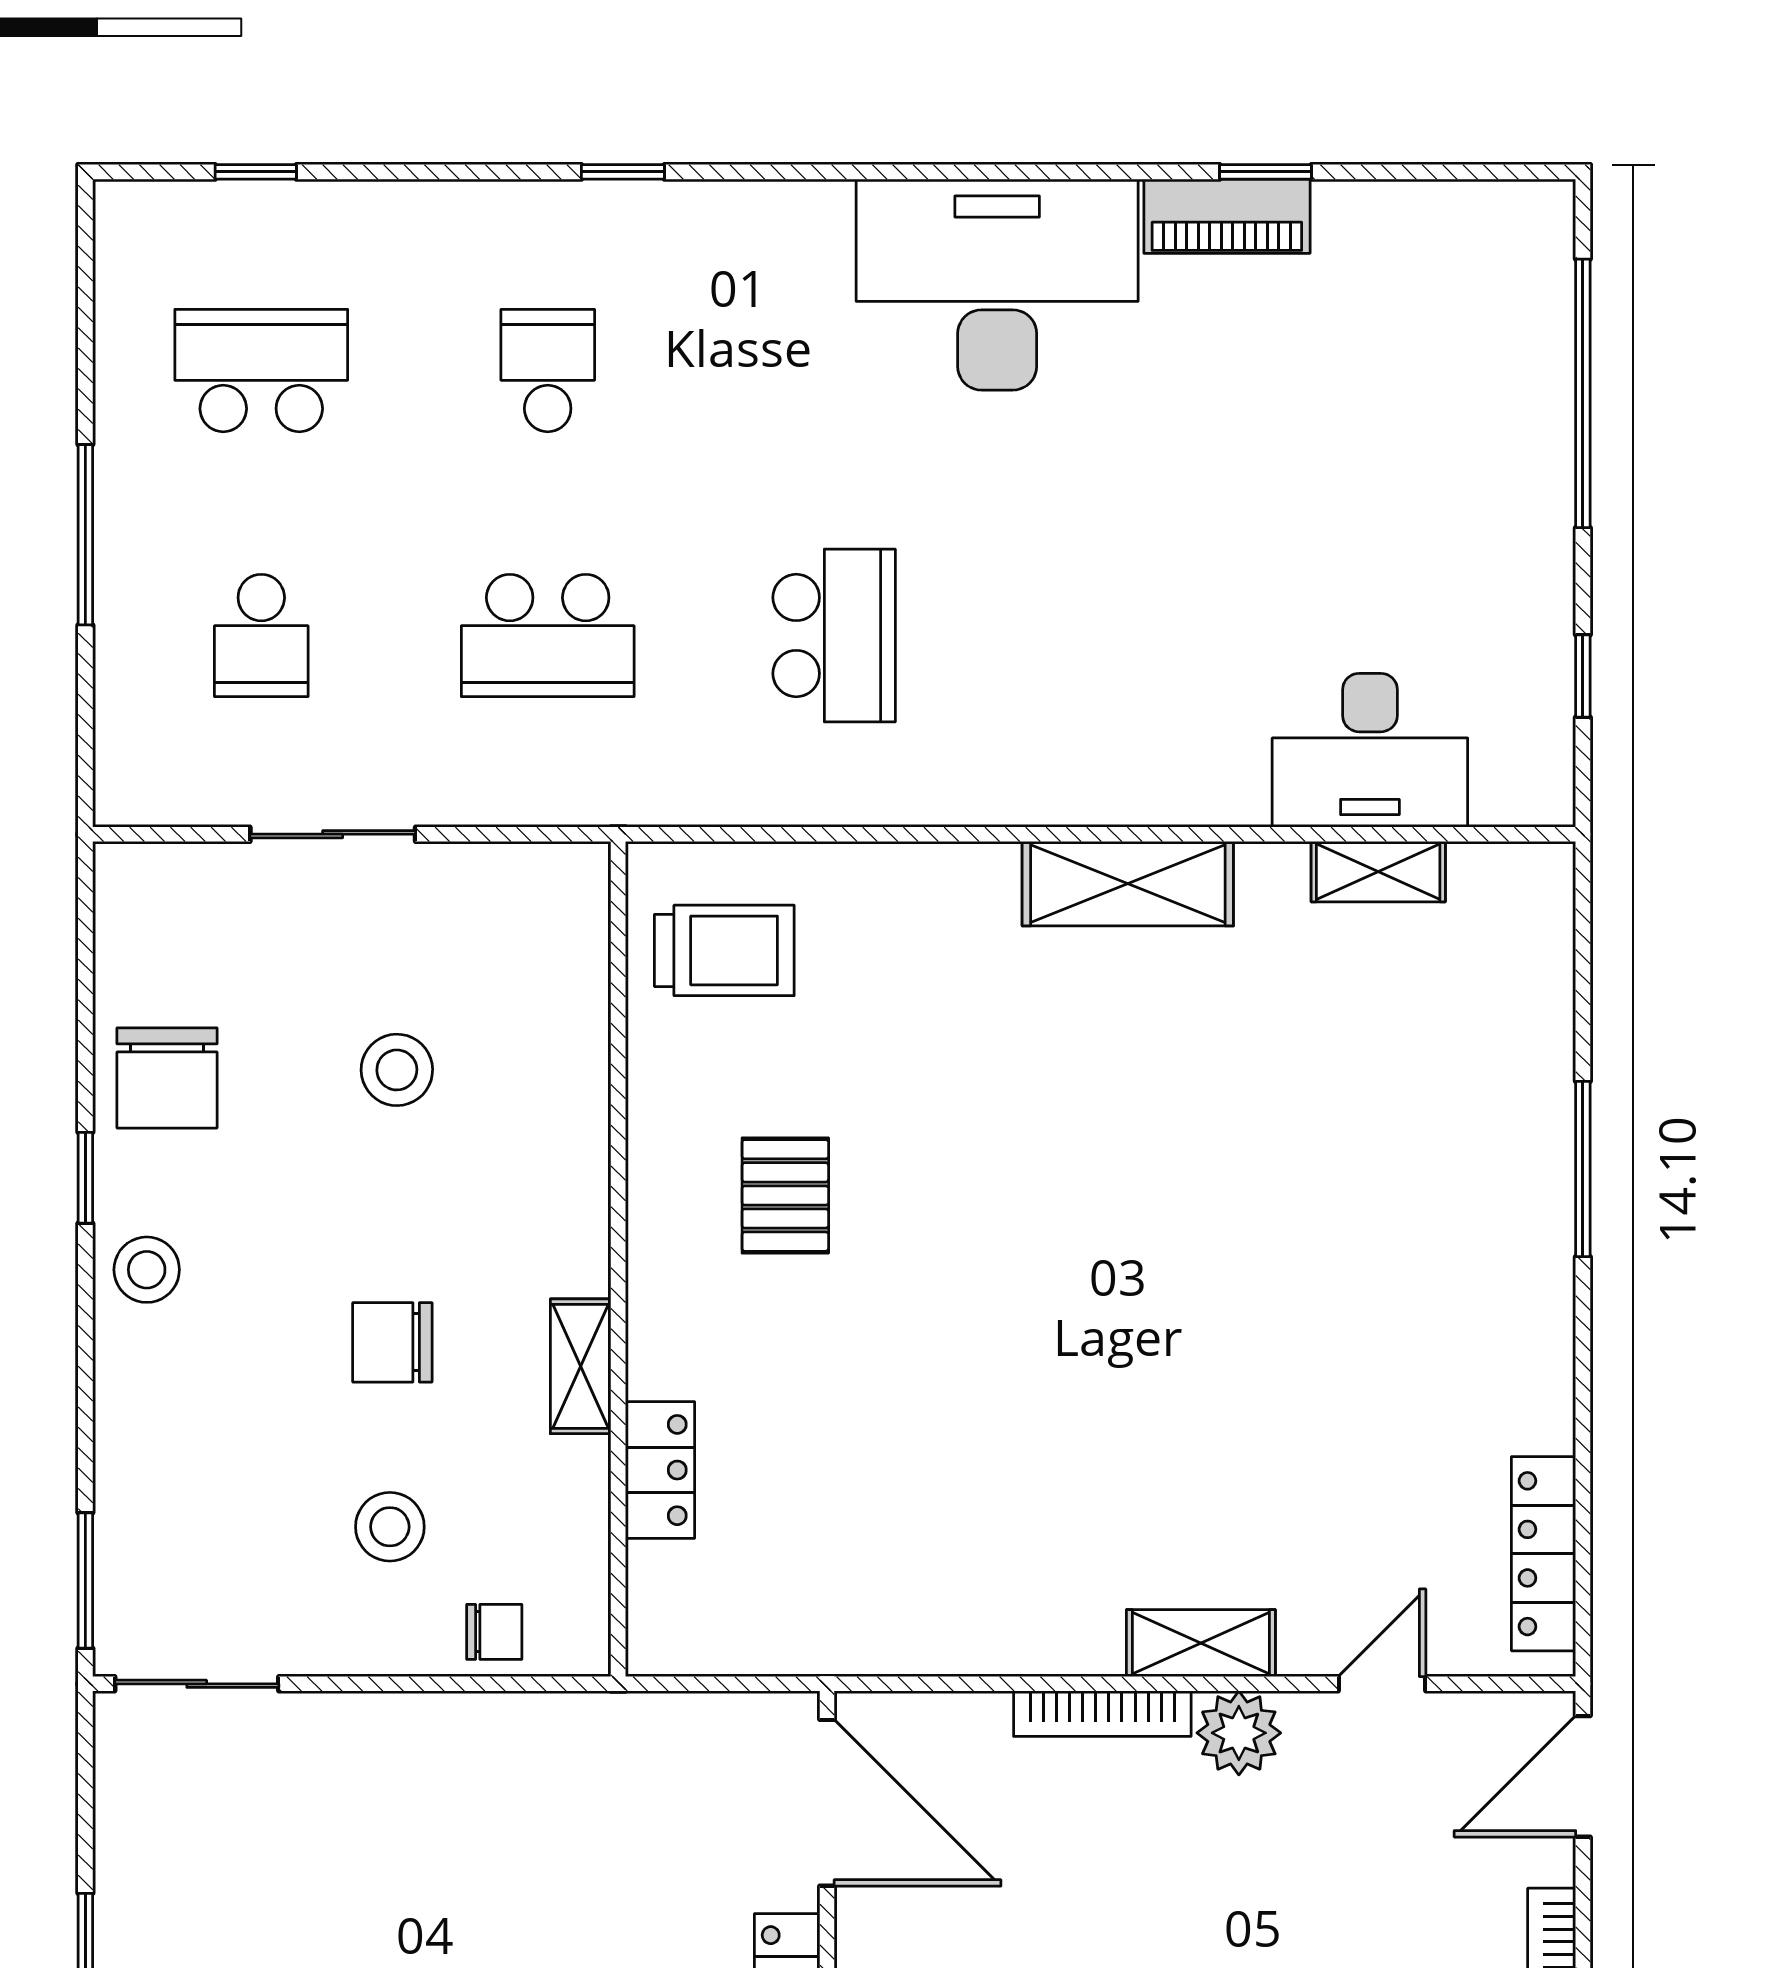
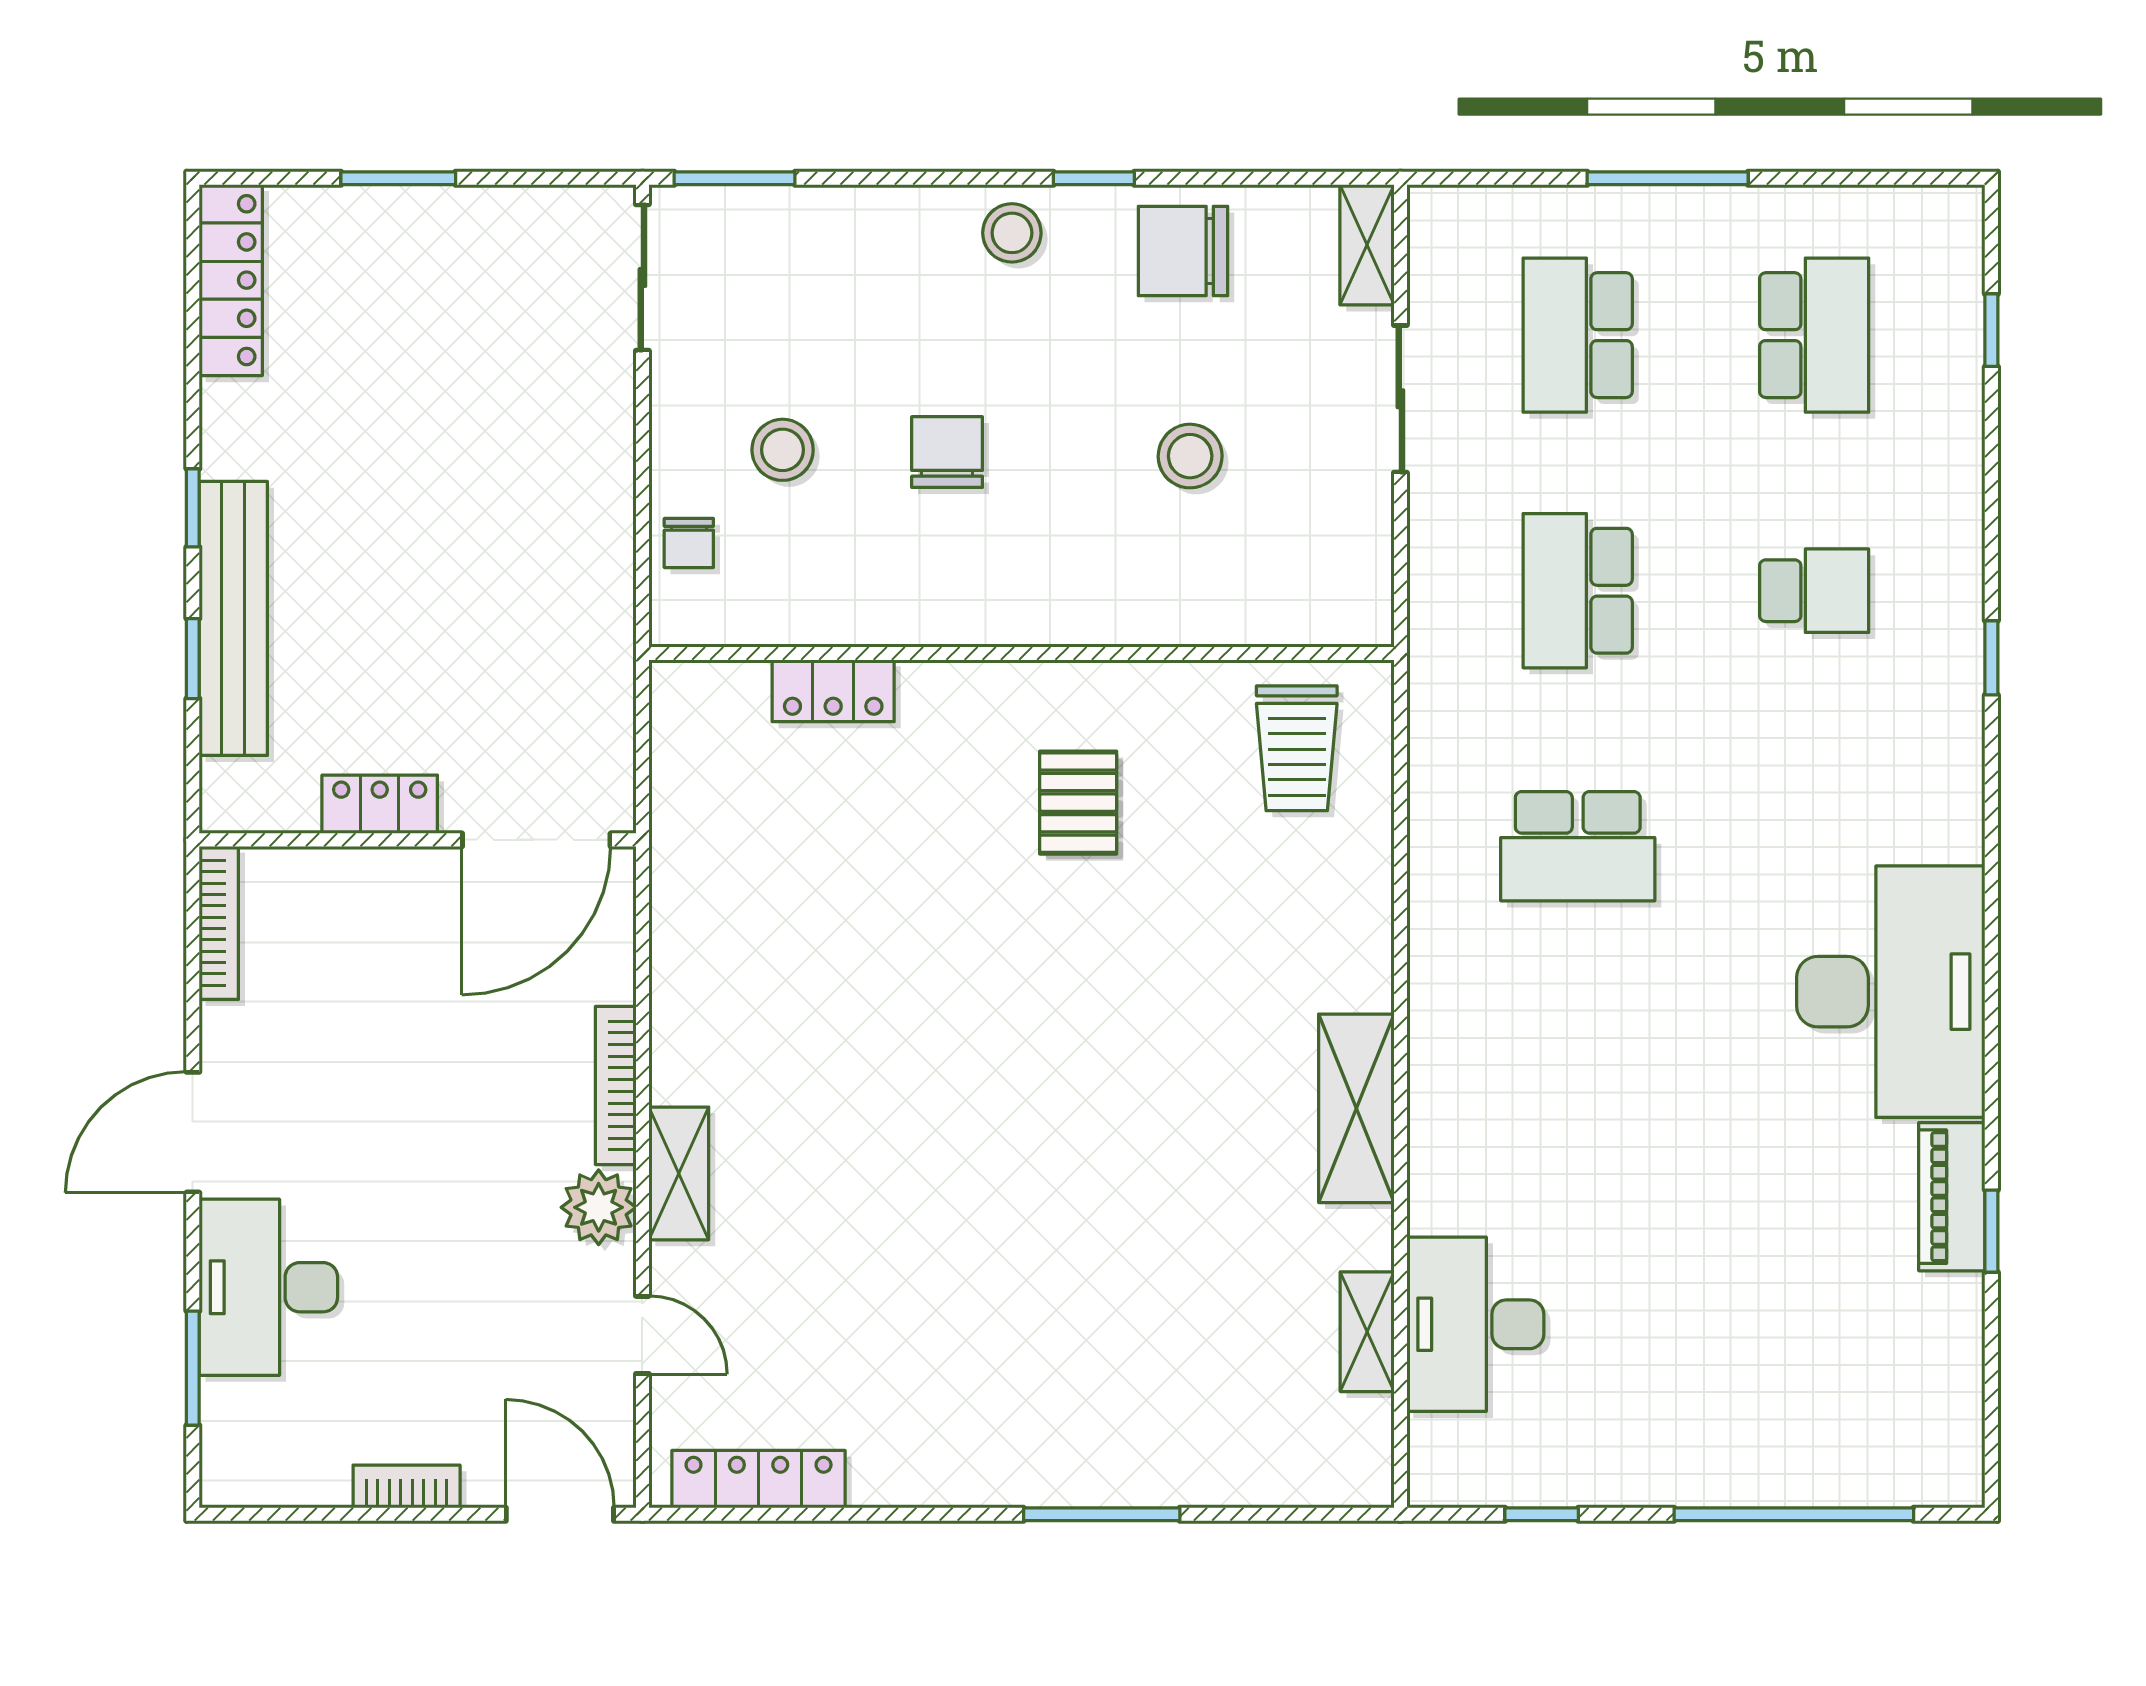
school desk: (261, 636) -> (1578, 335), width x1.85
pallet: (785, 1195) -> (1078, 803), turned 90
shelving: (581, 1366) -> (1367, 245), moved, turned 90

